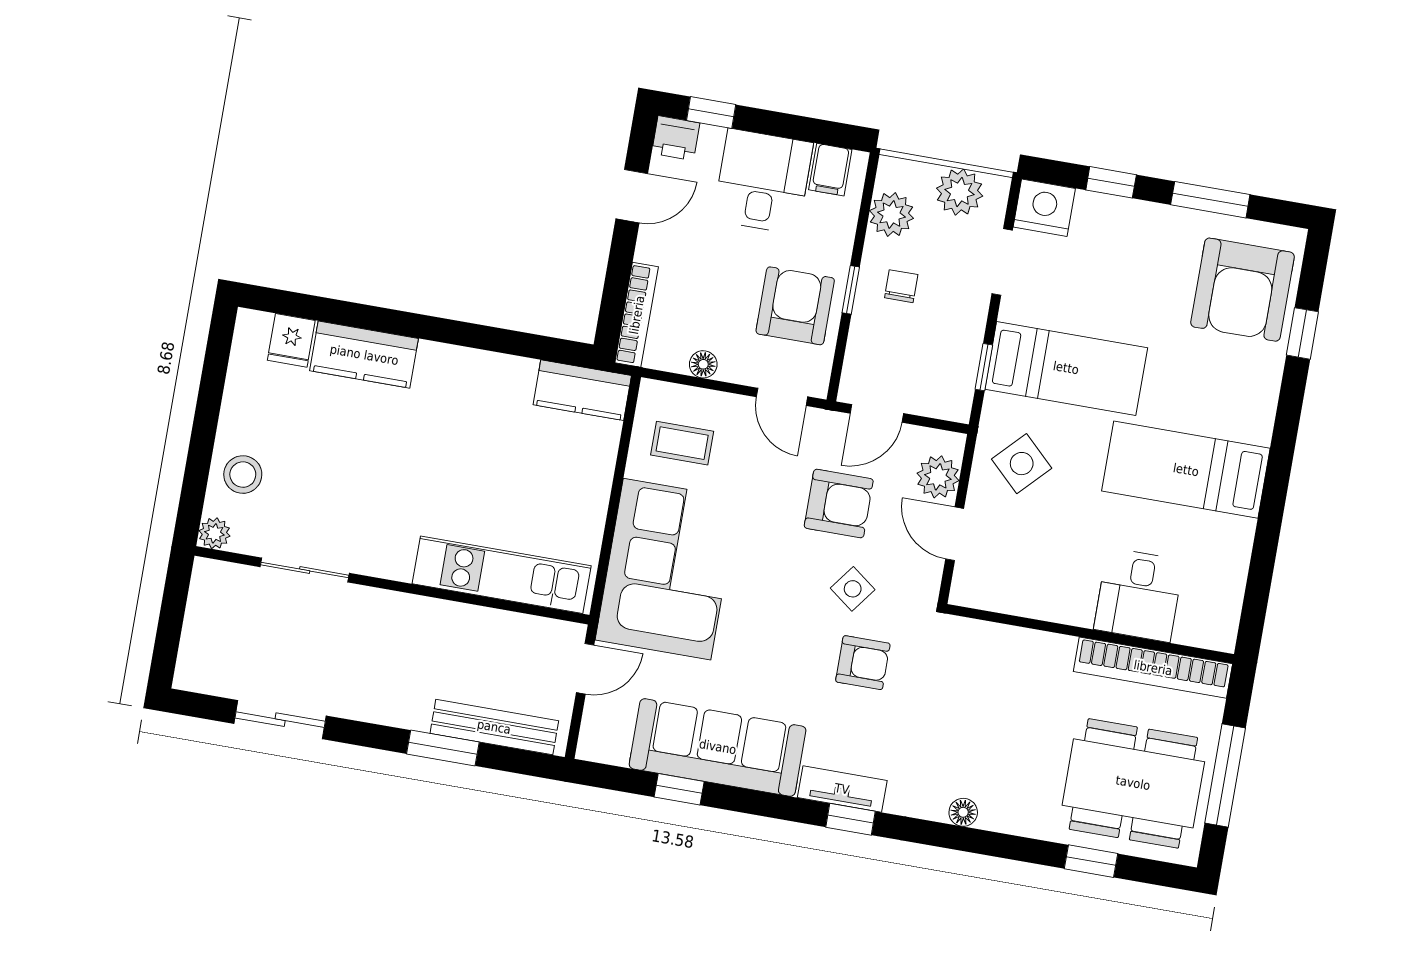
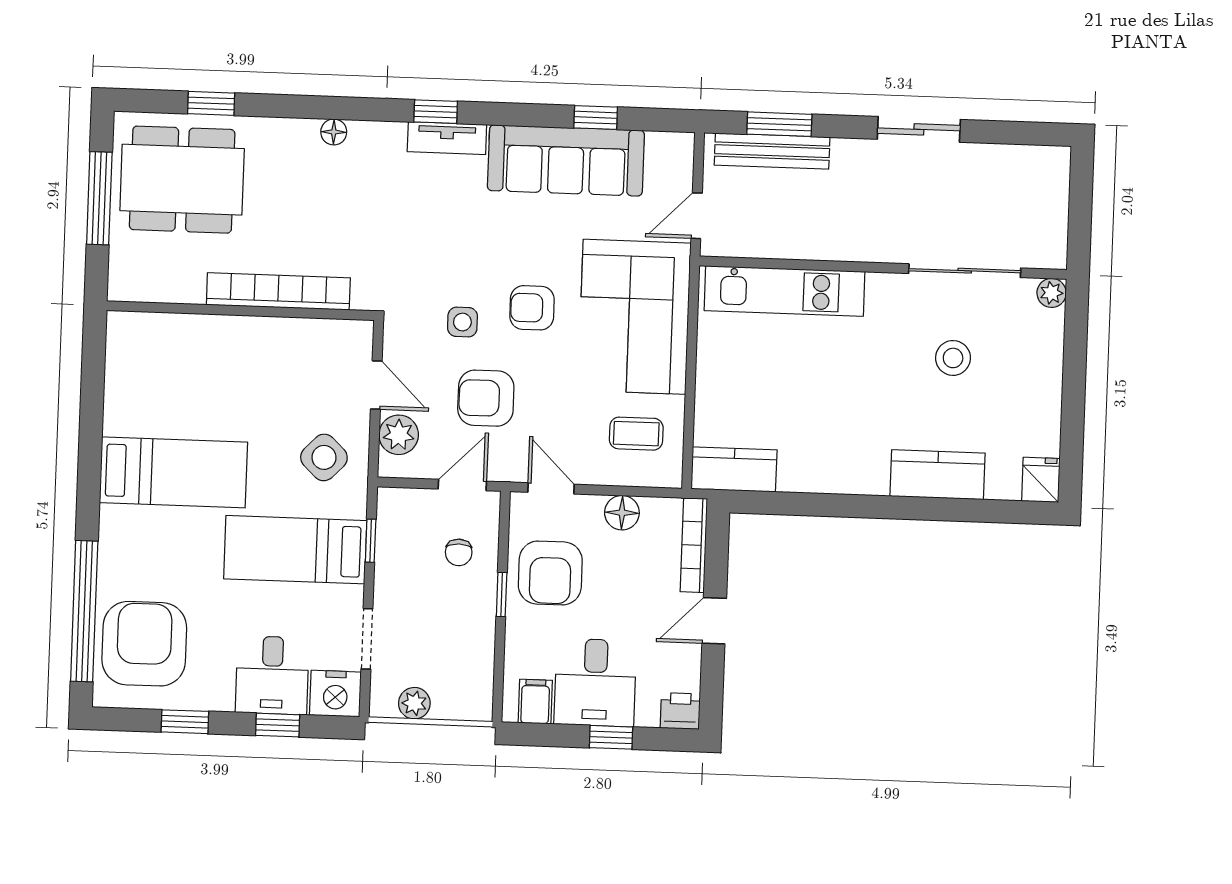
window: (711, 113) -> (611, 737), moved
plant: (960, 192) -> (414, 703), width x0.73, depth x0.73
door: (632, 196) -> (714, 621), moved
window: (1210, 200) -> (185, 722), width x0.67
plant: (892, 215) -> (474, 668), removed
chair: (901, 286) -> (459, 552), moved
window: (1302, 333) -> (84, 611), width x3.17
fridge: (291, 340) -> (1041, 480), moved
floor lamp: (703, 364) -> (622, 513), width x1.37, depth x1.37
stool: (243, 475) -> (953, 358), moved
sliding door: (305, 570) -> (965, 271), width x1.37
side table: (853, 589) -> (462, 322), turned -37
desk: (1139, 595) -> (272, 675), moved, turned 180
armchair: (863, 663) -> (532, 308), moved
bookcase: (1153, 668) -> (278, 291), moved
sliding door: (280, 720) -> (919, 129), moved
window: (443, 748) -> (779, 124), moved

